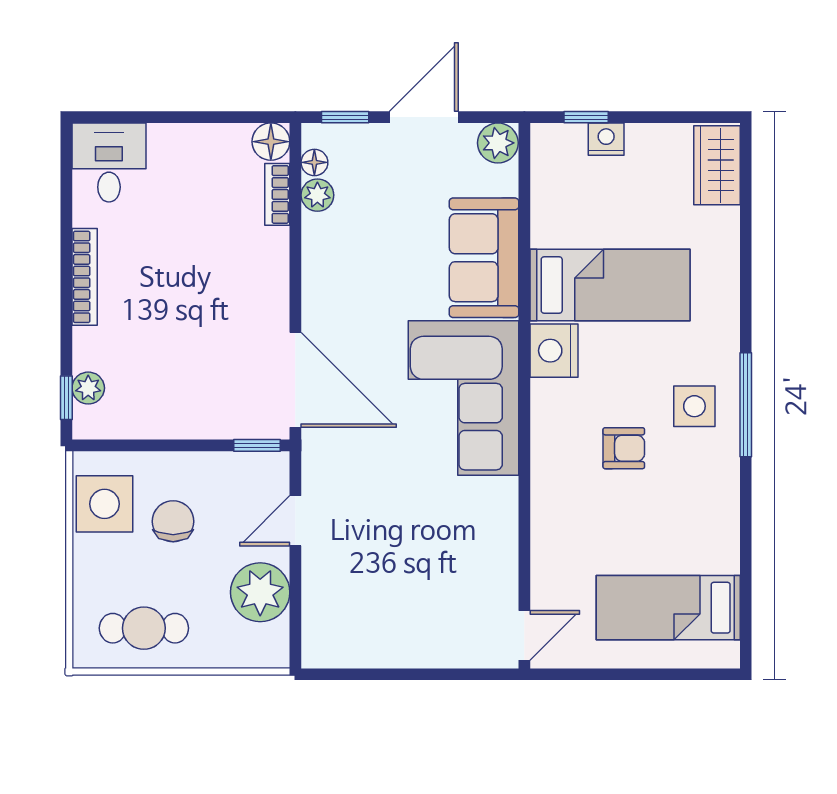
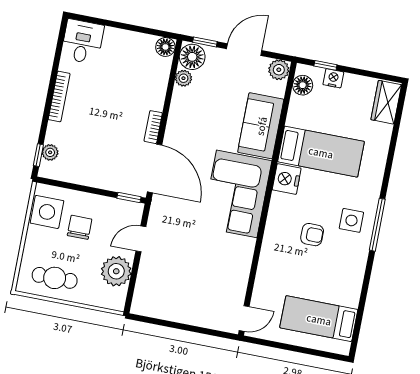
floor lamp: (314, 162) -> (192, 57), width x1.89, depth x1.89
floor lamp: (550, 164) -> (303, 85), added
bookcase: (277, 194) -> (153, 127), moved

